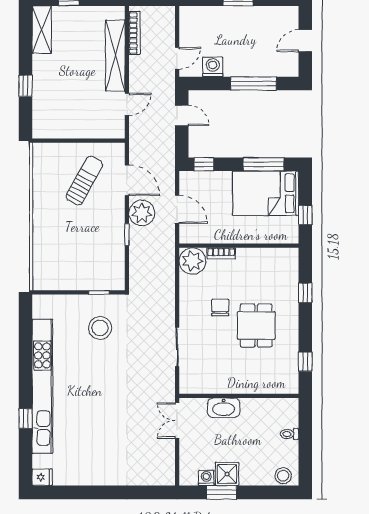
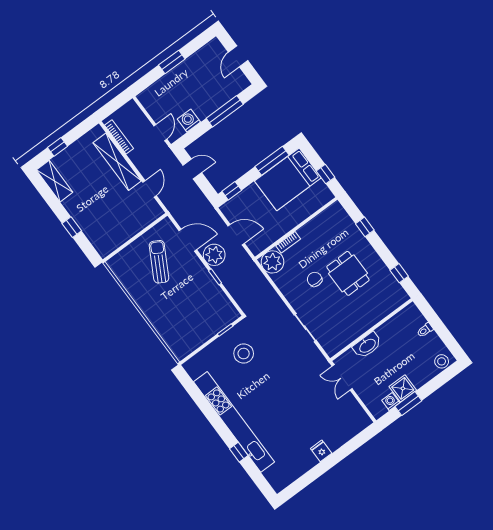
fridge: (42, 477) -> (321, 451), moved, turned -90

